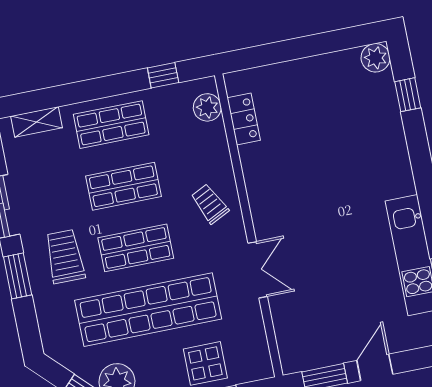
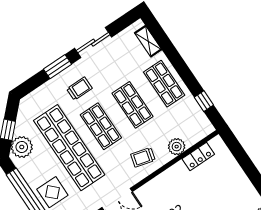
plant: (207, 107) -> (177, 147), moved
trolley: (210, 204) -> (143, 157), turned -139
trolley: (65, 257) -> (79, 89), width x0.73, depth x0.72

